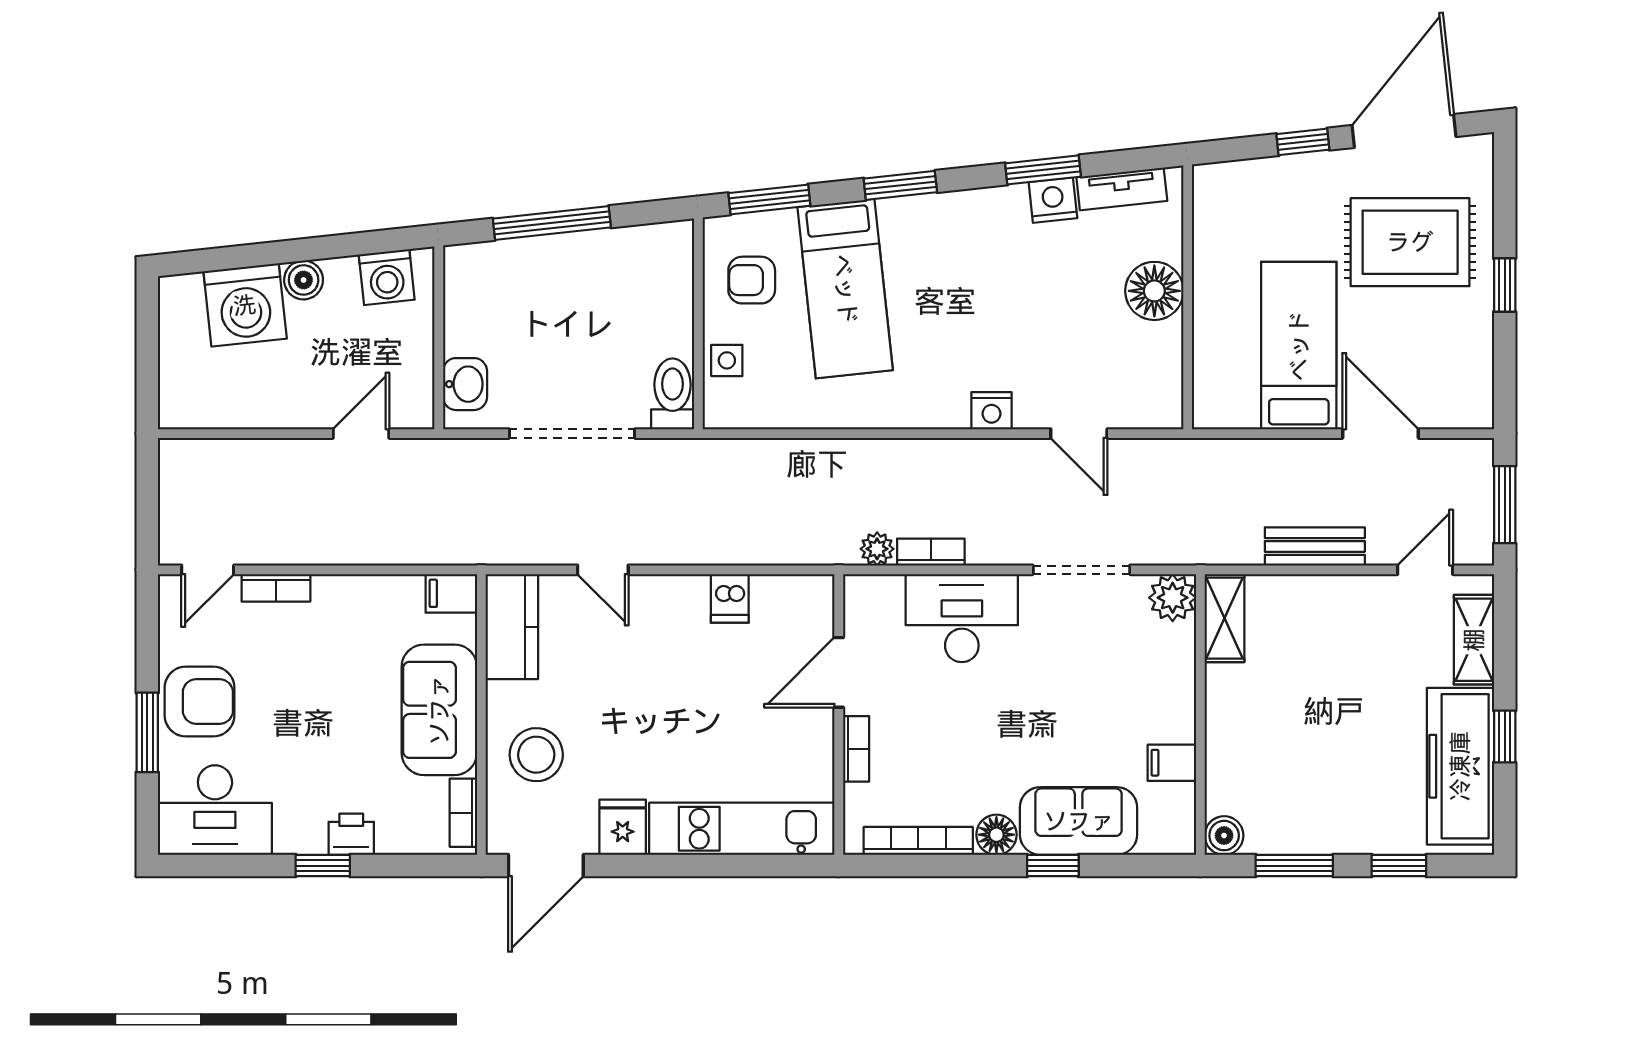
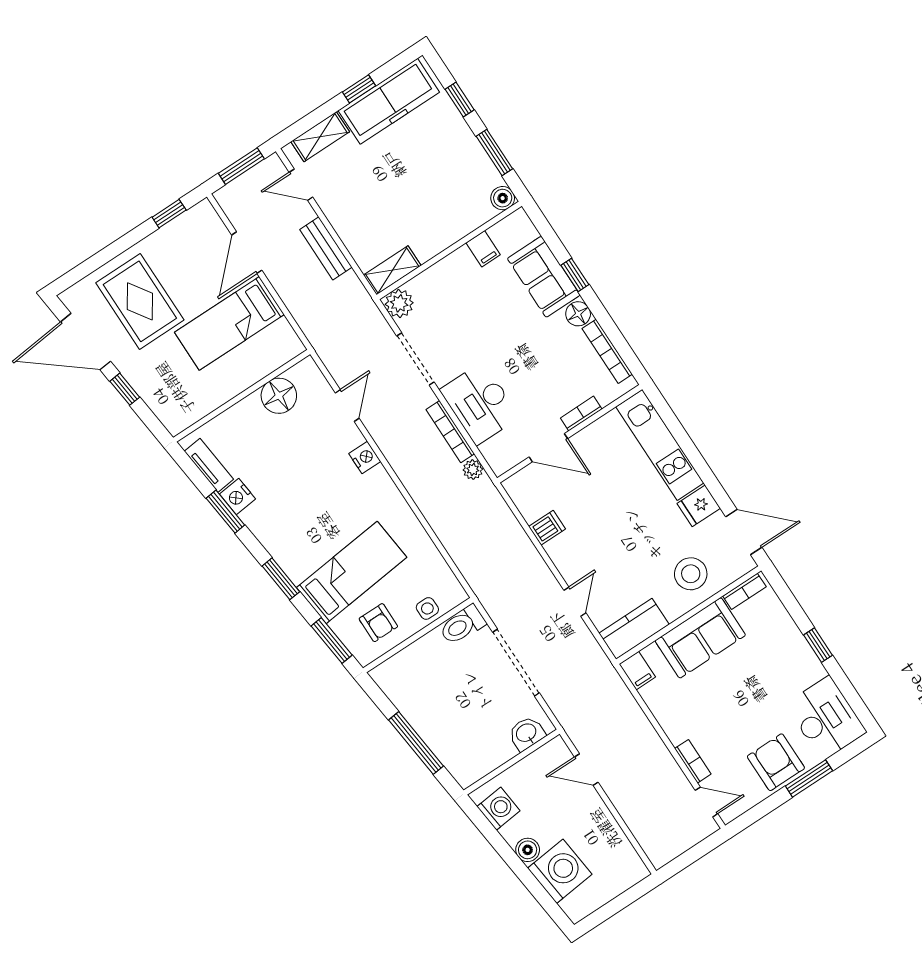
window: (1505, 285) -> (169, 214), moved
floor lamp: (1154, 291) -> (279, 396), moved
bookcase: (931, 552) -> (450, 432), width x1.56
printer: (351, 834) -> (793, 641), removed

